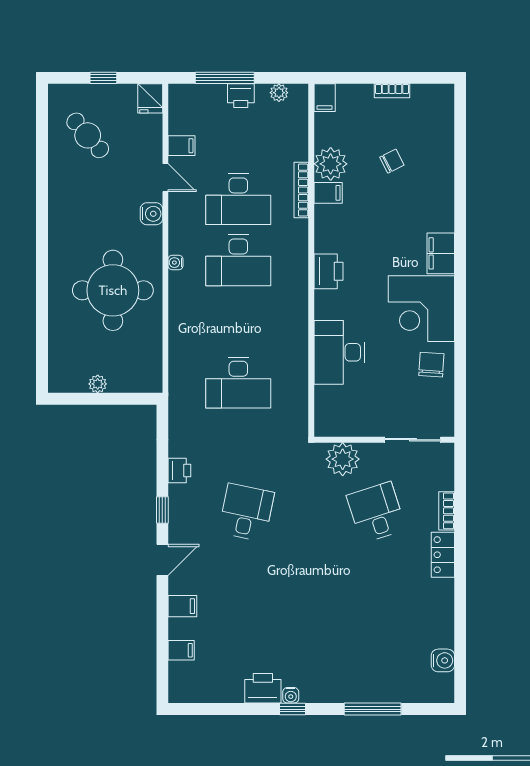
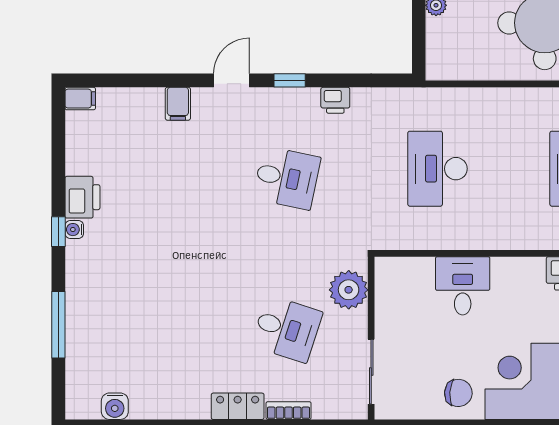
desk: (339, 352) -> (463, 286), width x0.73
desk: (376, 512) -> (287, 329), turned 36
door: (162, 560) -> (232, 80), swing flipped
filing cabinet: (181, 650) -> (80, 99), moved, turned -90

